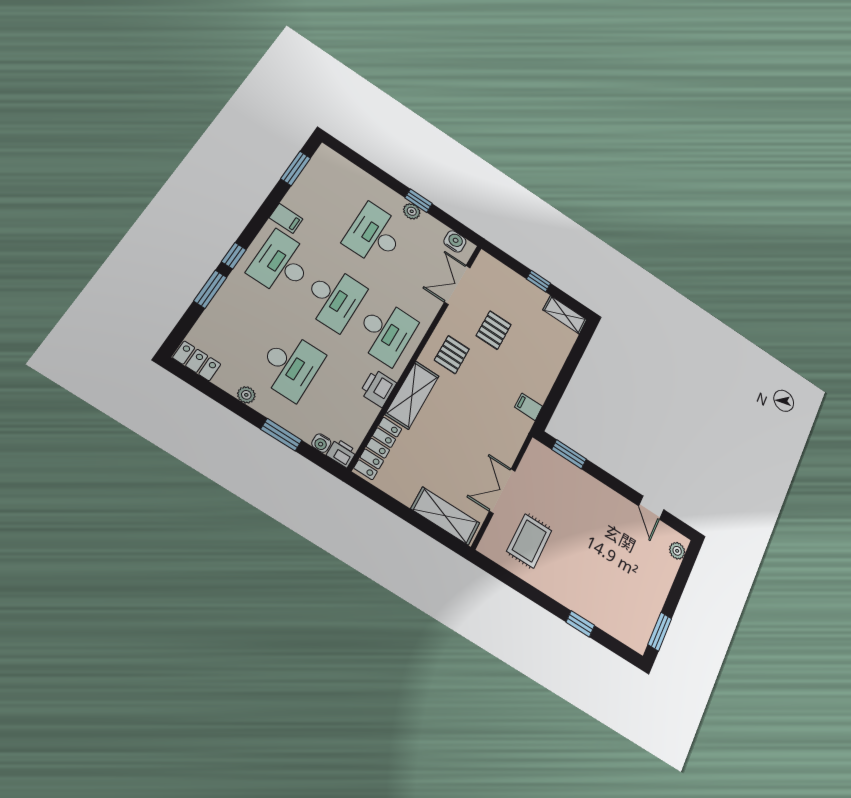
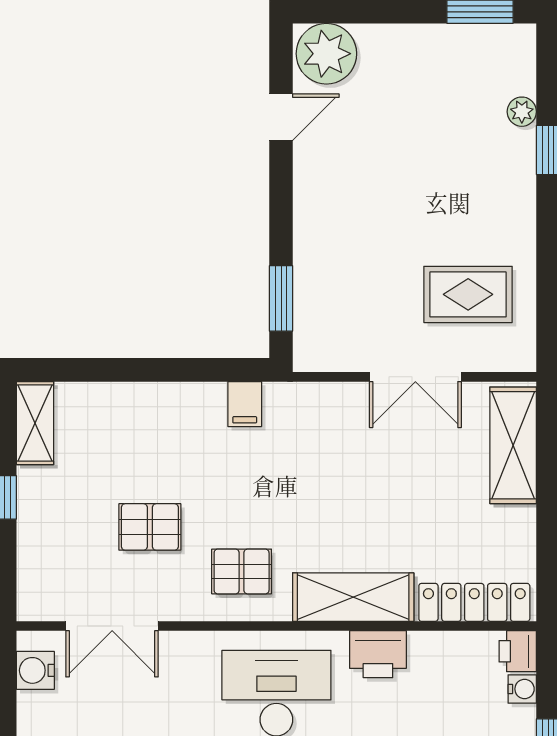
plant: (677, 551) -> (326, 54), width x1.87, depth x1.87
plant: (604, 622) -> (522, 112), added

